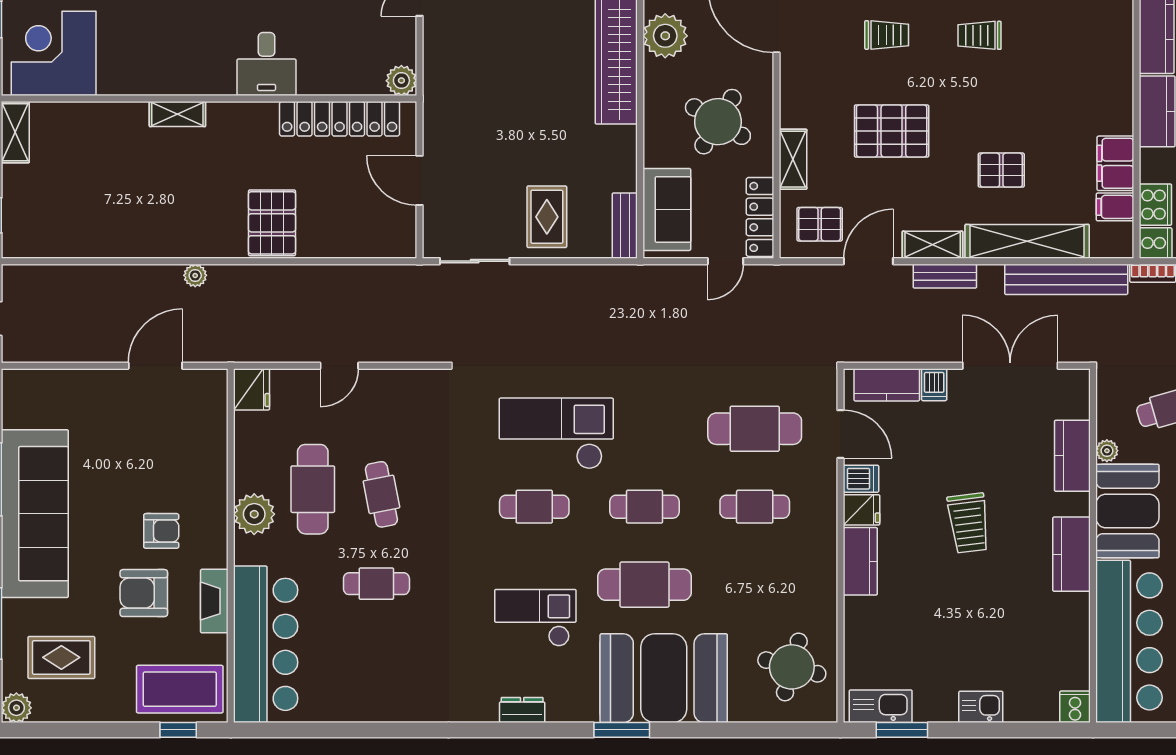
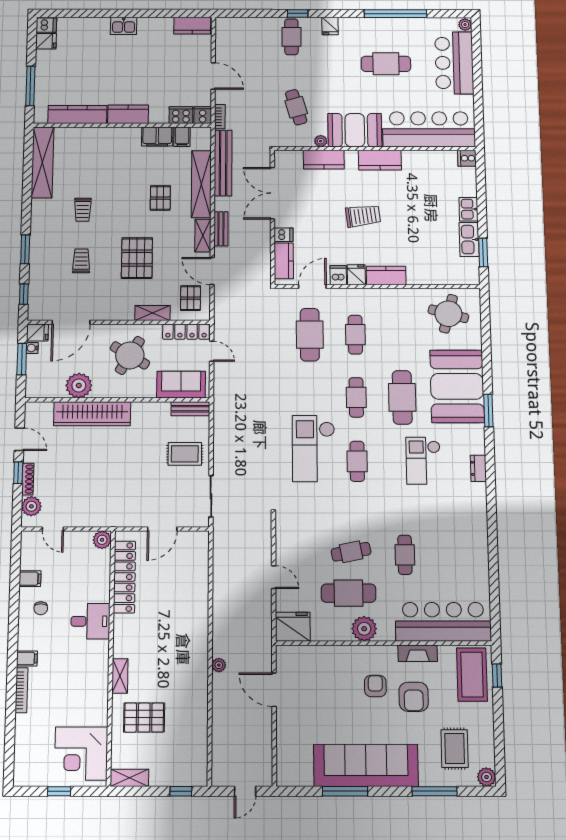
pallet: (272, 223) -> (144, 718), moved
fridge: (252, 389) -> (293, 627), width x1.36, depth x1.34
kitchen sink: (881, 706) -> (469, 240), moved

